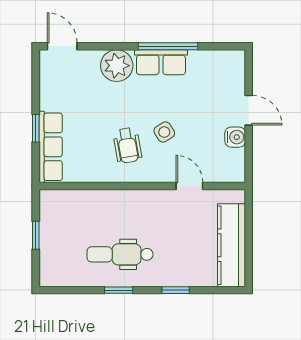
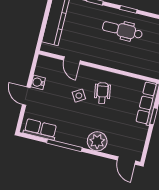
row of seats: (161, 62) -> (40, 129), moved
dental chair: (120, 254) -> (122, 30), turned 180

